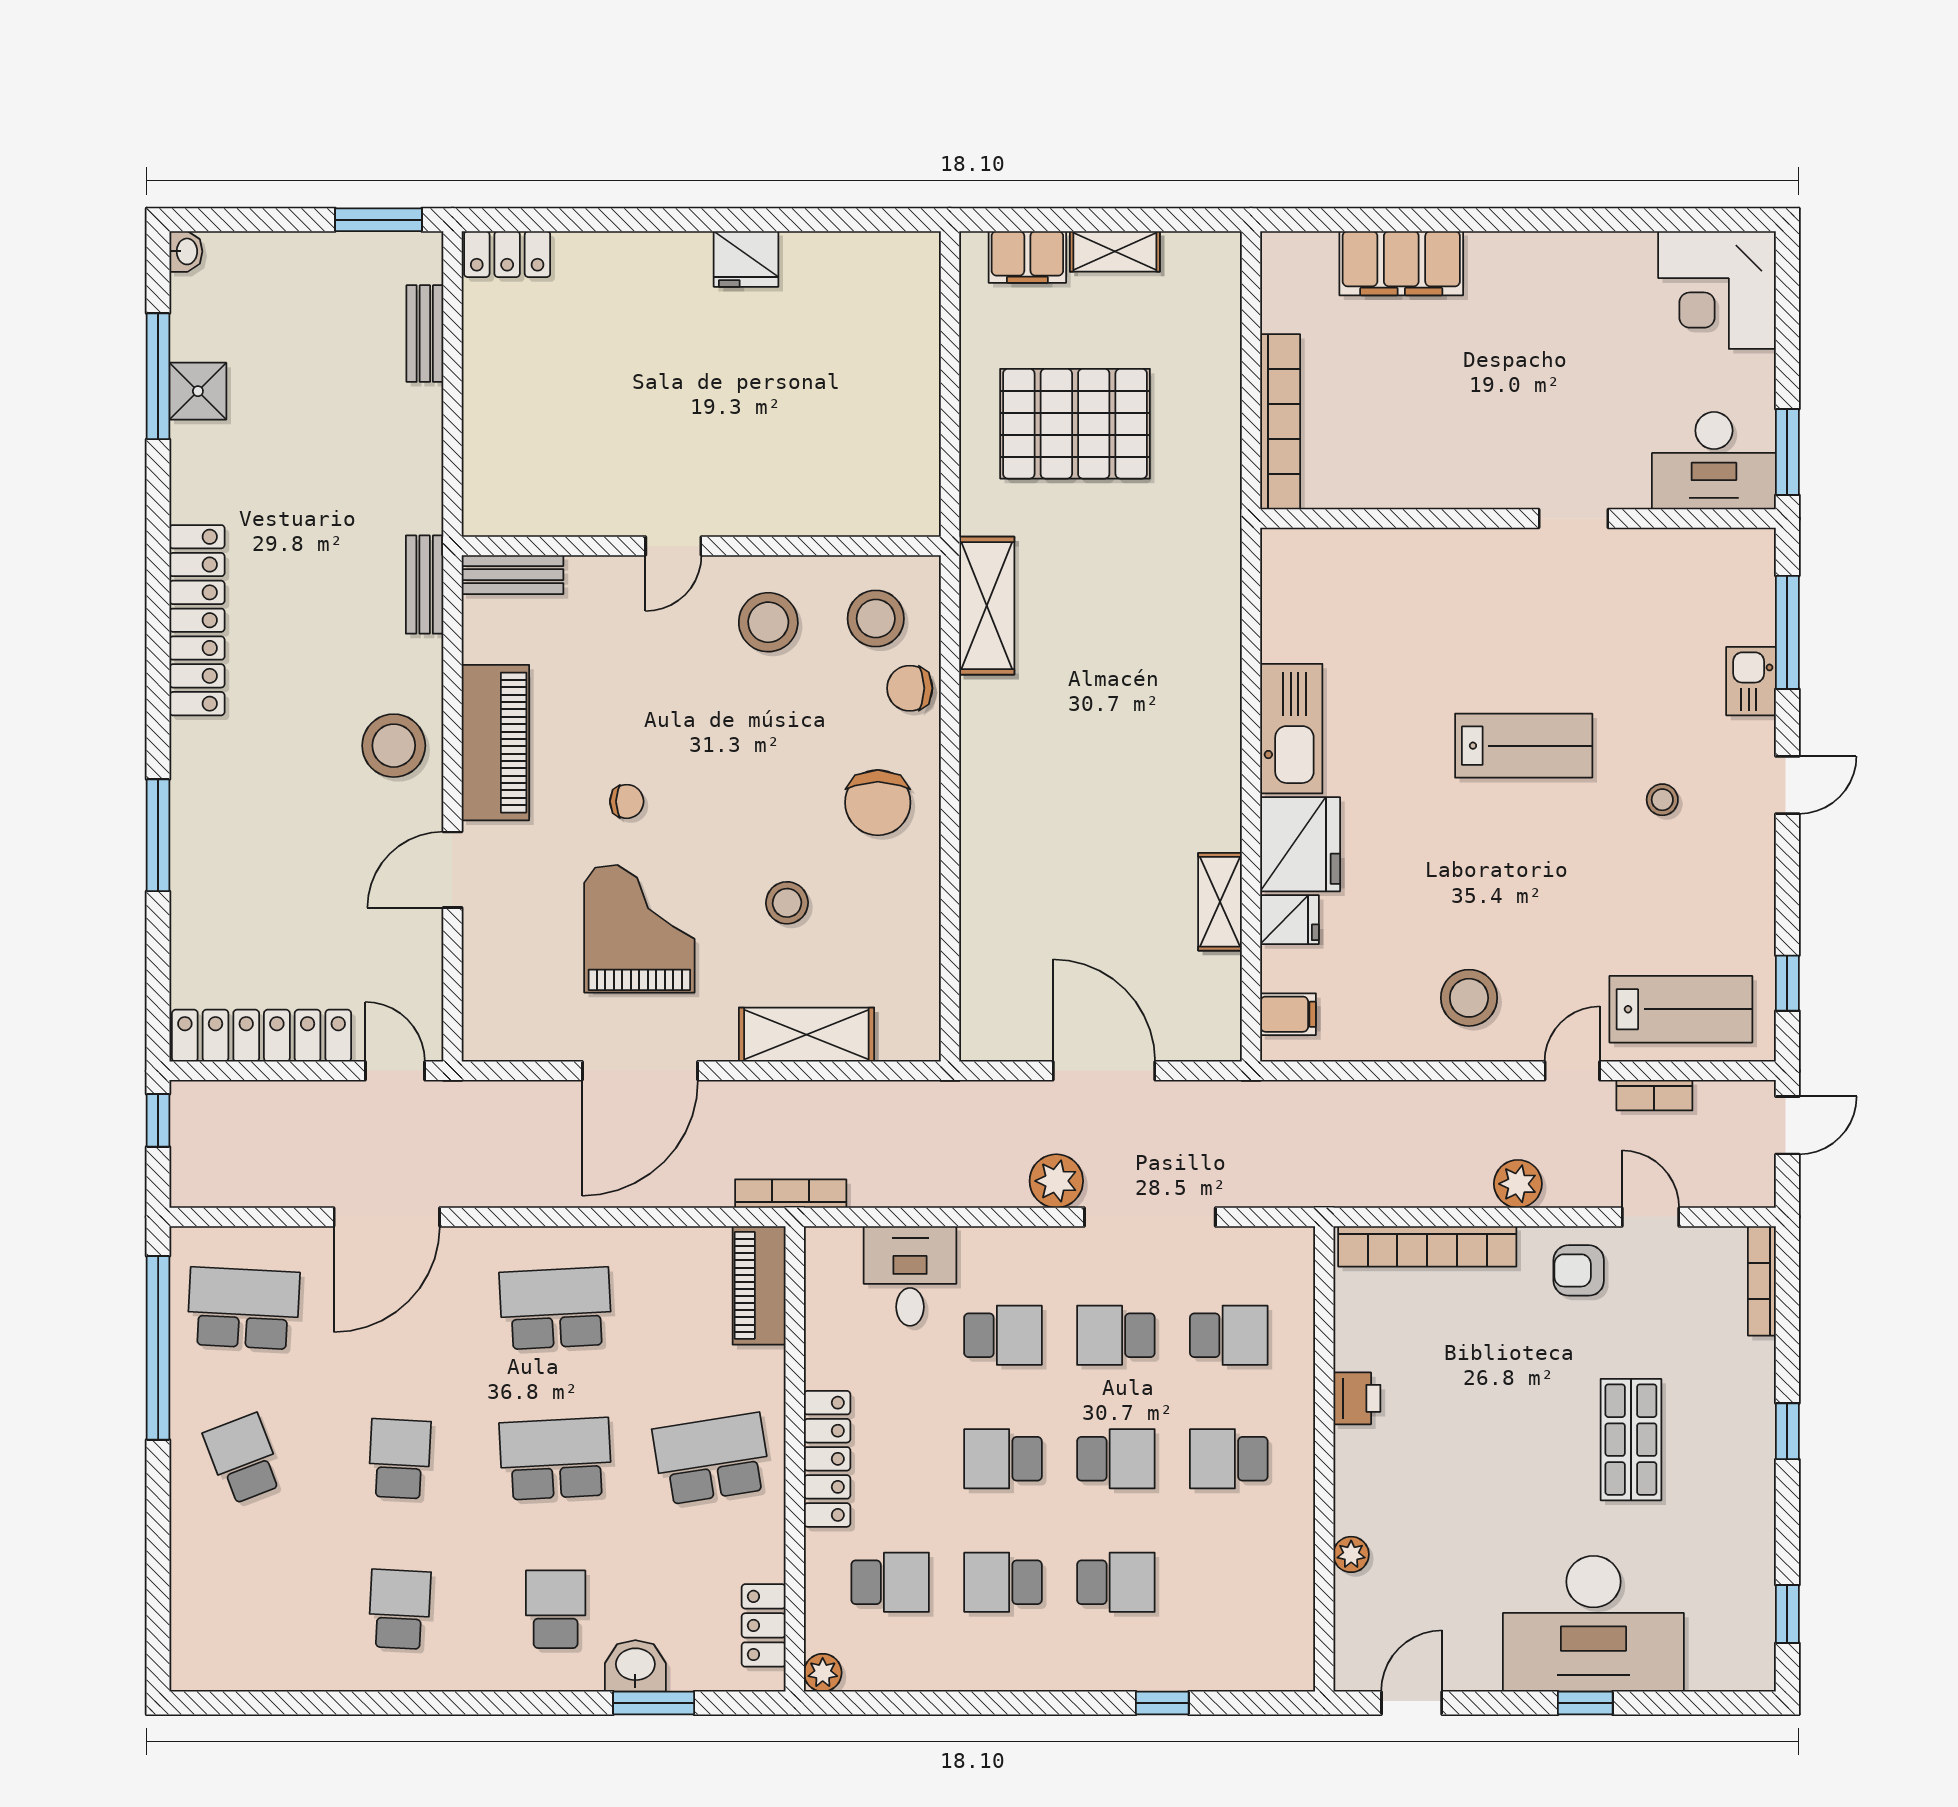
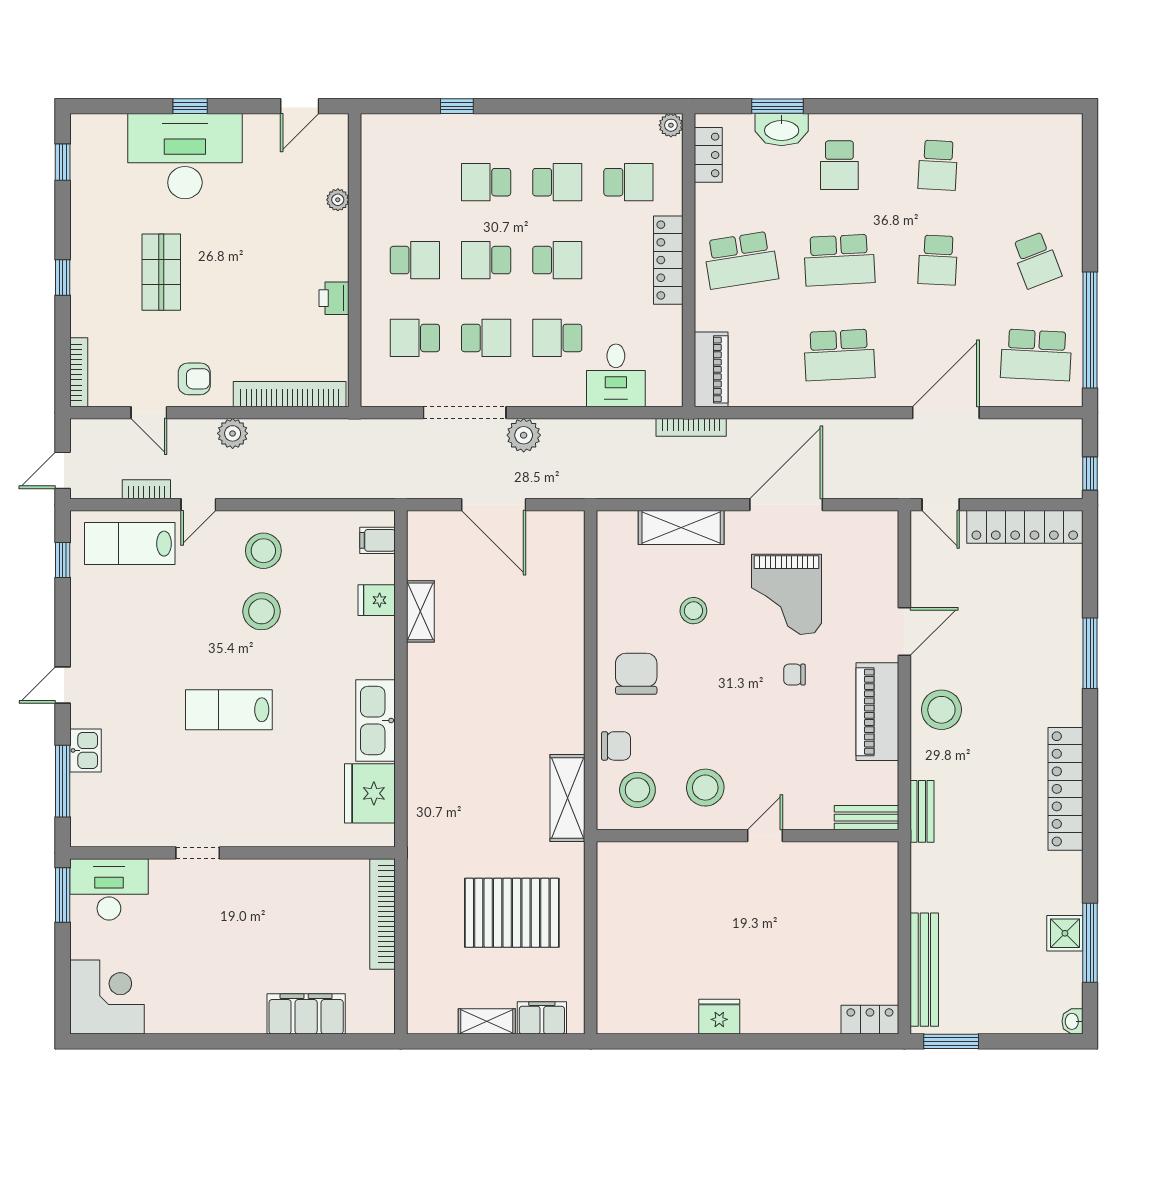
bench: (425, 334) -> (924, 970), width x1.86, depth x1.21
stool: (1662, 800) -> (262, 611), moved, width x1.89, depth x1.89
fridge: (1300, 844) -> (370, 793), moved
school desk: (890, 1582) -> (628, 182), turned 180
washbasin: (635, 1666) -> (782, 130), width x1.38

